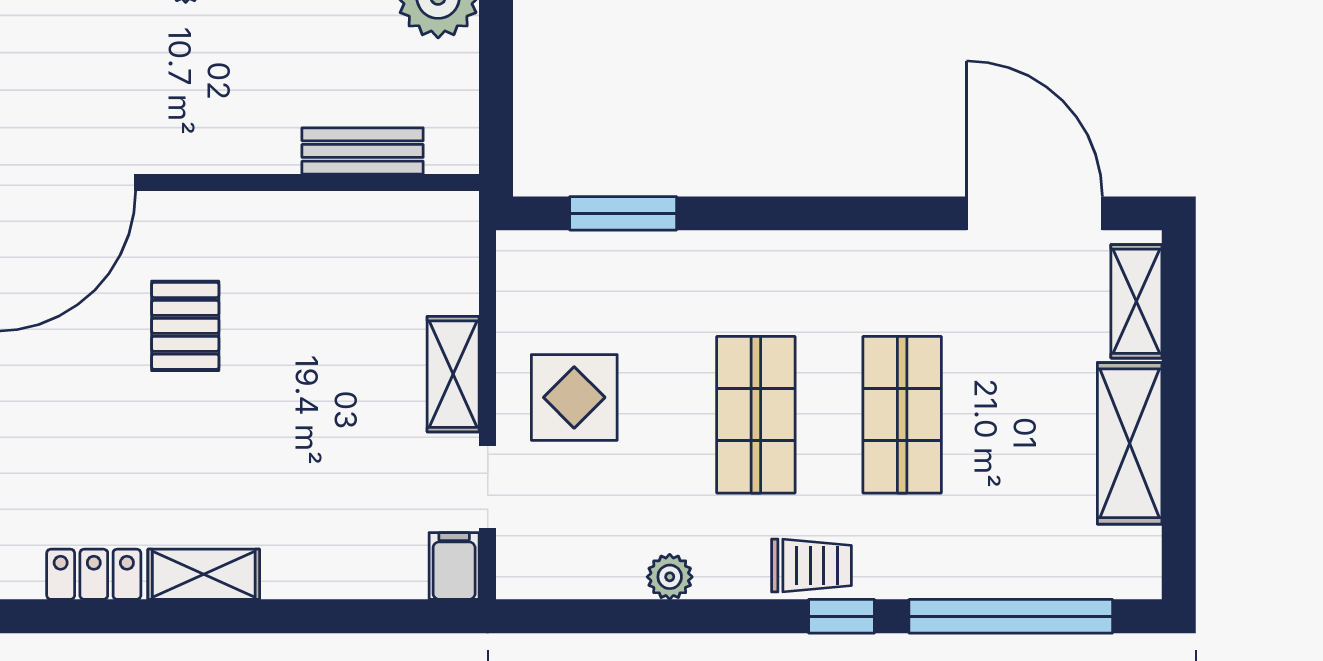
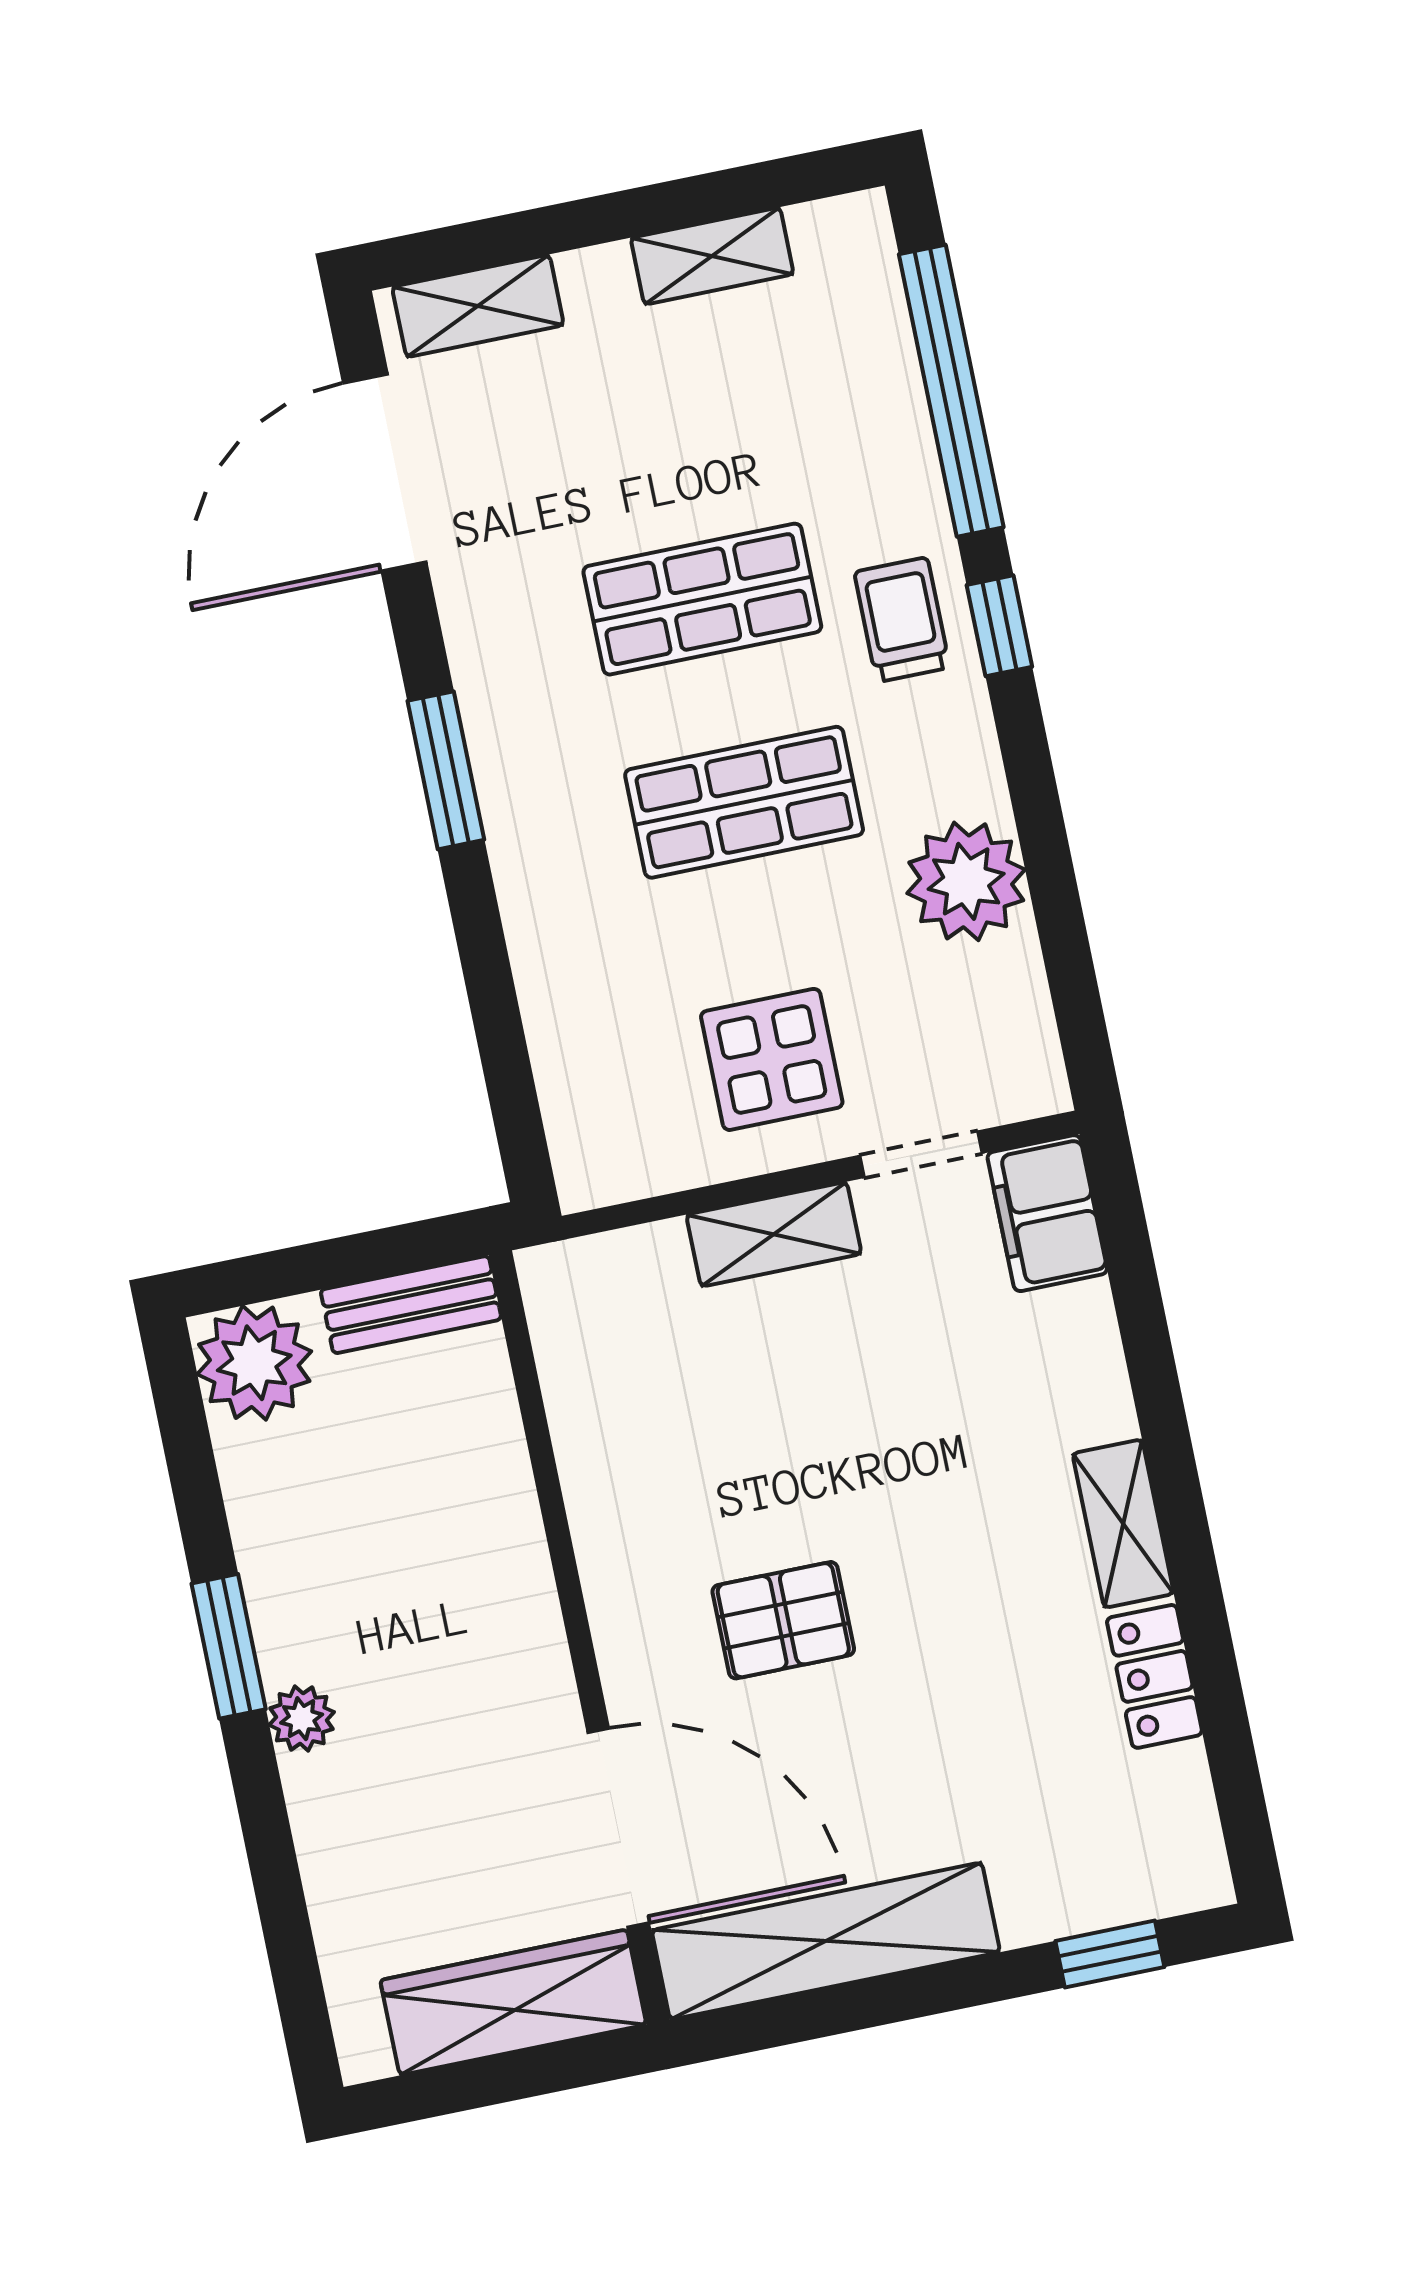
bench: (363, 151) -> (411, 1305), moved, turned 90
window: (623, 213) -> (446, 770), moved
shelving: (1130, 443) -> (712, 256), width x0.67, depth x0.75
filing cabinet: (454, 566) -> (1047, 1213), width x2.00
trolley: (812, 566) -> (902, 620), moved
plant: (670, 577) -> (966, 881), width x1.88, depth x1.88

